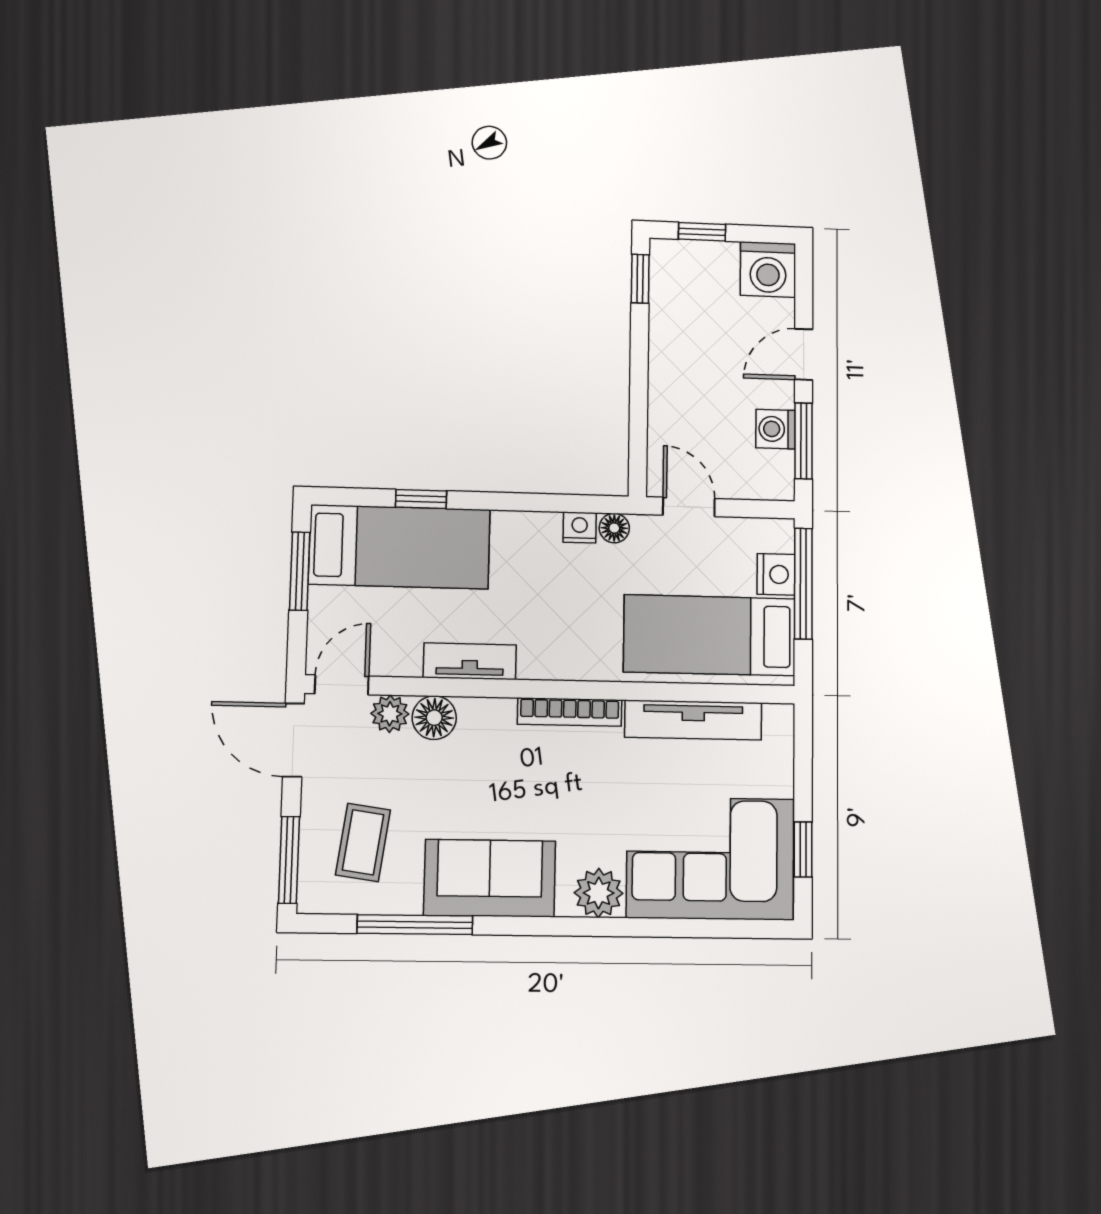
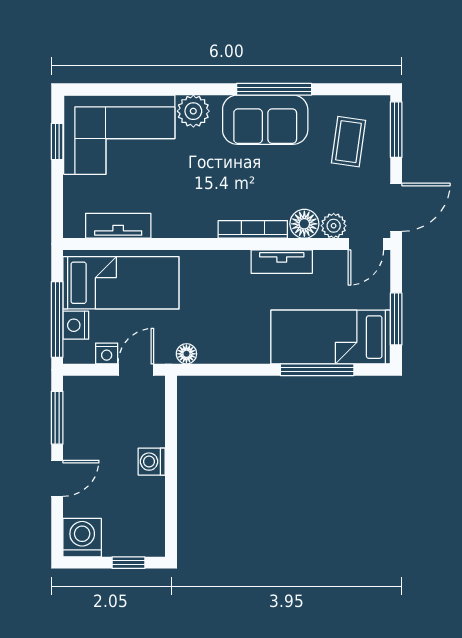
window: (640, 279) -> (171, 528), removed
washing machine: (776, 429) -> (152, 462), moved, turned 180
window: (421, 499) -> (317, 370), width x2.17
door: (689, 507) -> (136, 370), swing flipped
nightstand: (580, 527) -> (107, 353), moved
bookcase: (570, 712) -> (253, 229), moved
tv unit: (693, 720) -> (118, 226), width x0.71
door: (293, 740) -> (396, 207), hinge flipped
window: (415, 925) -> (274, 89), moved

